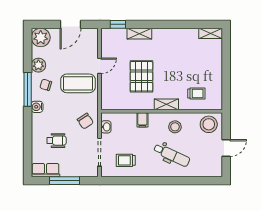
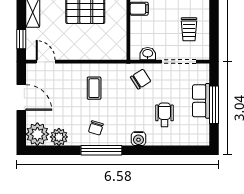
plant: (38, 65) -> (59, 137), moved
door: (100, 66) -> (46, 62), moved
coffee table: (78, 83) -> (94, 88), width x0.54, depth x0.58
water cooler: (37, 107) -> (138, 139), moved
row of seats: (46, 170) -> (201, 101), moved

